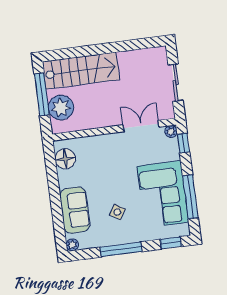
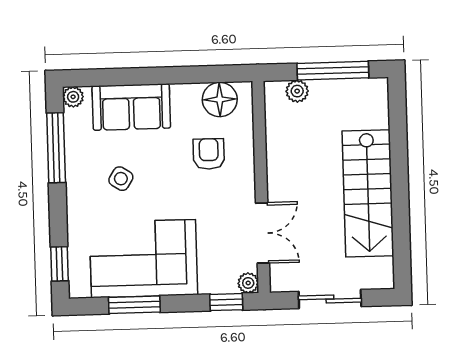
stairs: (81, 71) -> (368, 193), moved
plant: (61, 108) -> (297, 91), width x0.53, depth x0.53
armchair: (98, 162) -> (209, 154), added
window: (190, 197) -> (134, 305), width x0.69
window: (121, 249) -> (56, 148), moved

